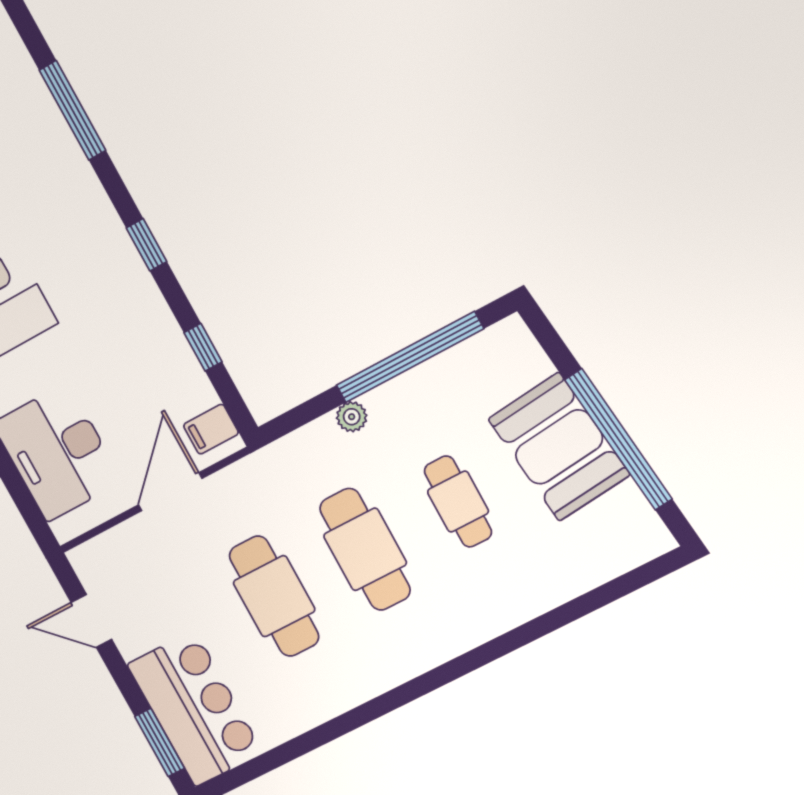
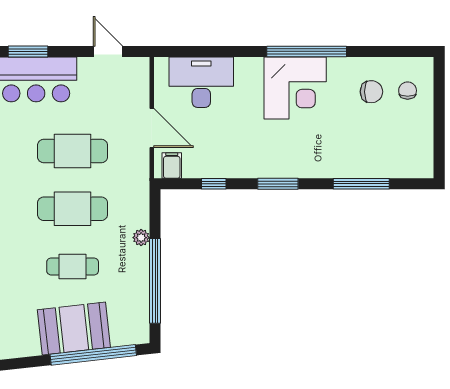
window: (147, 245) -> (278, 184), width x1.50
window: (619, 439) -> (93, 355), moved
door: (91, 621) -> (108, 51), hinge flipped

